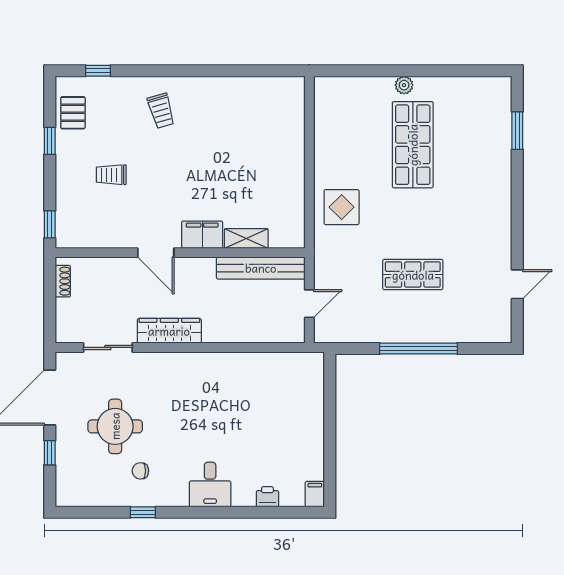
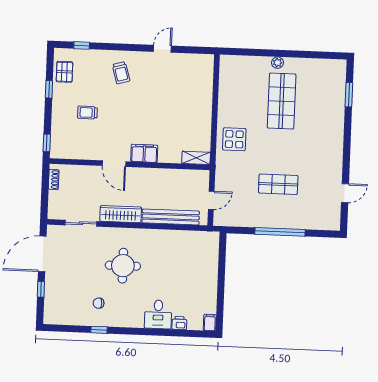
door: (224, 71) -> (162, 49), added
shelving: (246, 239) -> (196, 158), moved
bench: (261, 268) -> (171, 217), moved
round table: (115, 426) -> (123, 266), moved
desk: (210, 485) -> (158, 314), moved

